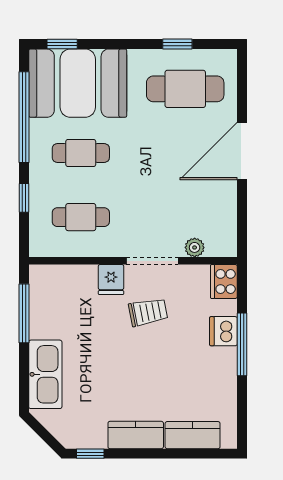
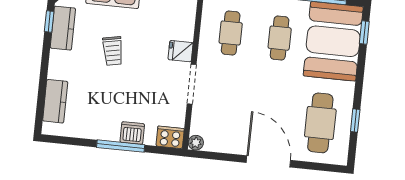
plant: (195, 247) -> (196, 143), moved
trolley: (148, 312) -> (113, 51), moved
kitchen counter: (136, 435) -> (63, 28), moved

